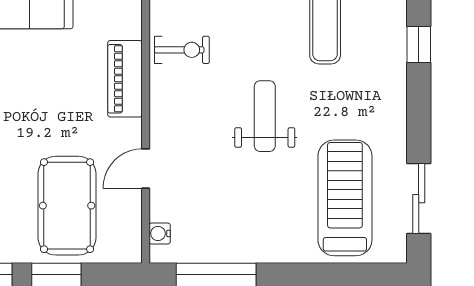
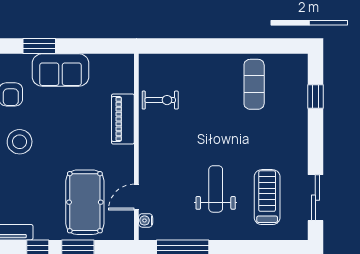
weight bench: (265, 116) -> (216, 189), moved
door: (146, 169) -> (136, 197), moved
treadmill: (345, 198) -> (267, 197), width x0.73, depth x0.73

